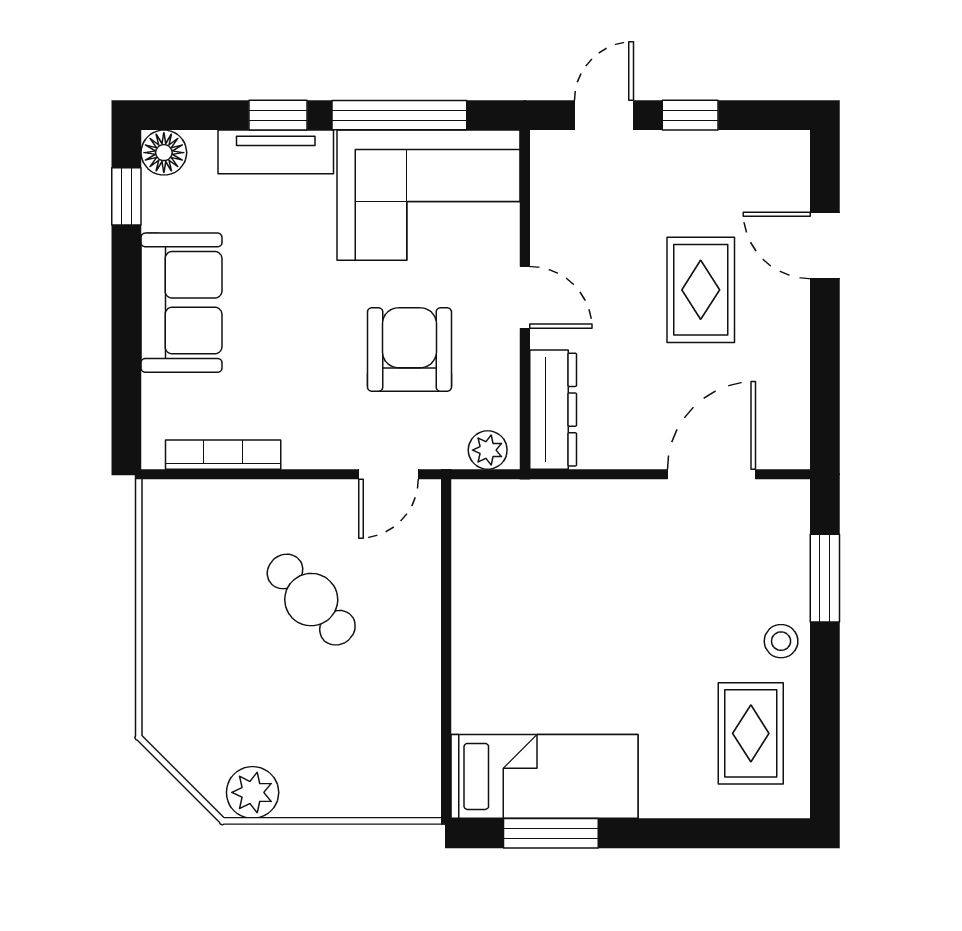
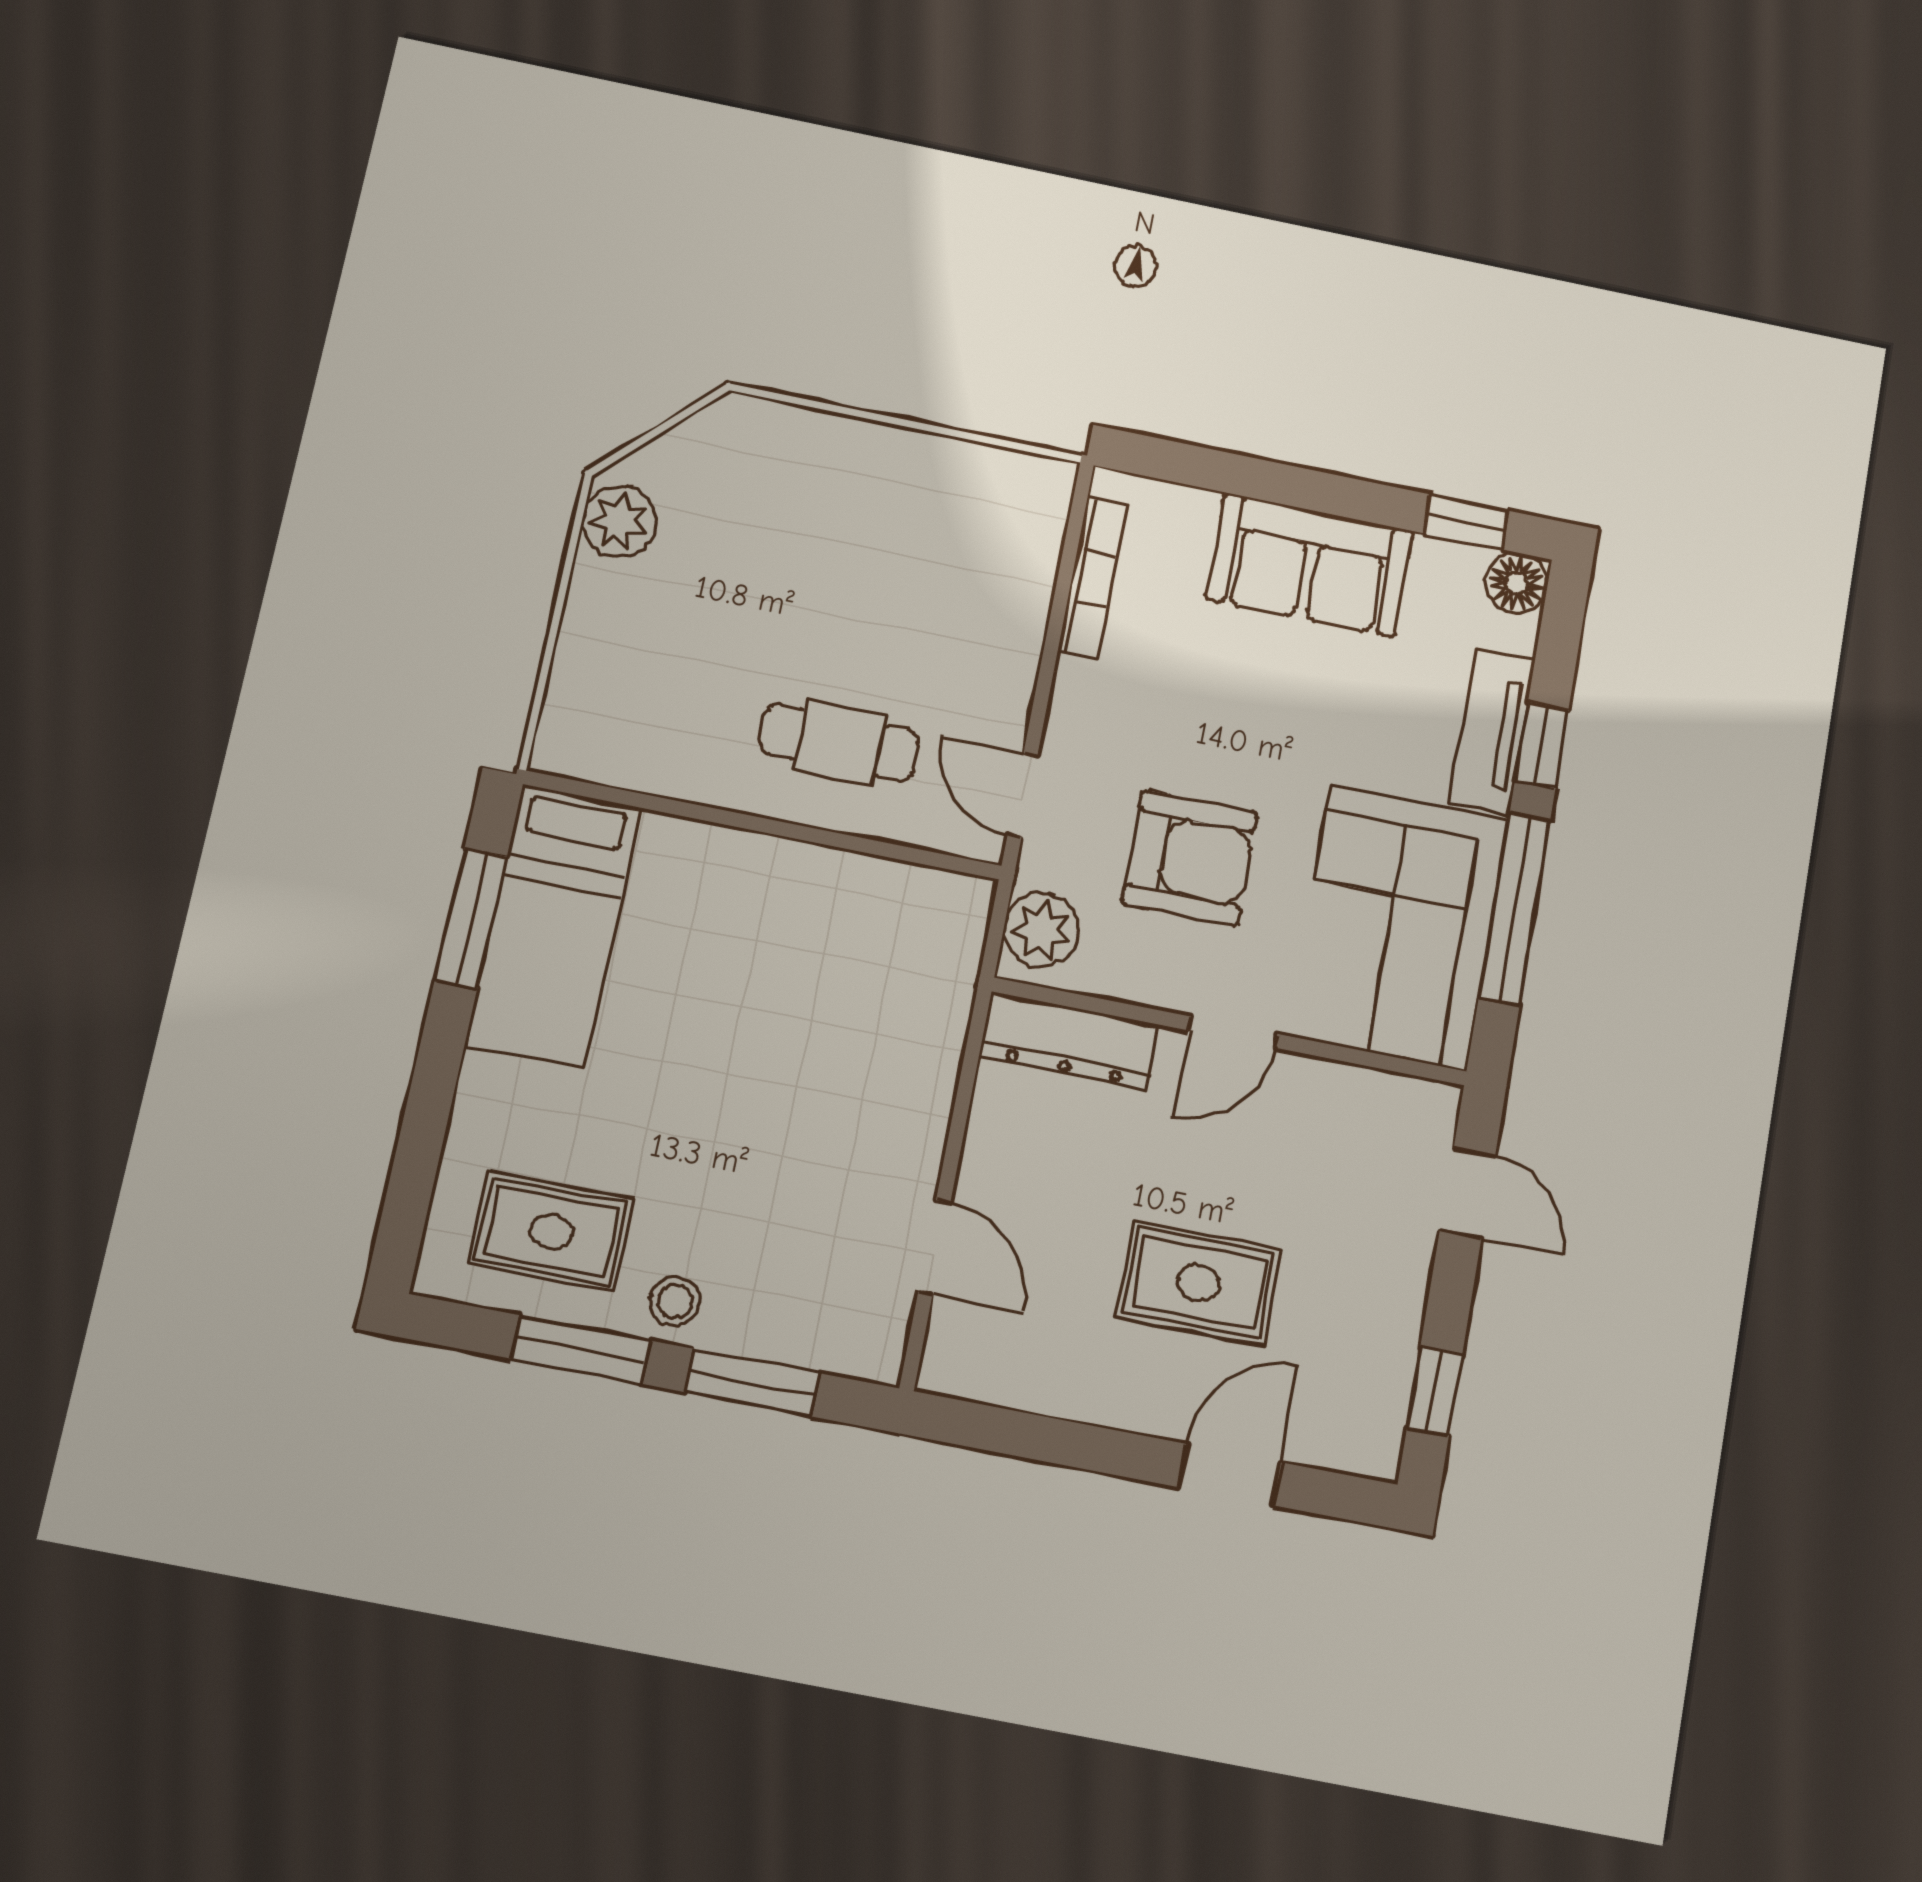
window: (690, 115) -> (1435, 1392), moved
plant: (488, 450) -> (1042, 930), width x1.38, depth x1.38
door: (711, 474) -> (934, 1247), width x0.73
cafe table: (311, 600) -> (839, 742), moved, turned 43
window: (825, 697) -> (581, 1350), added

